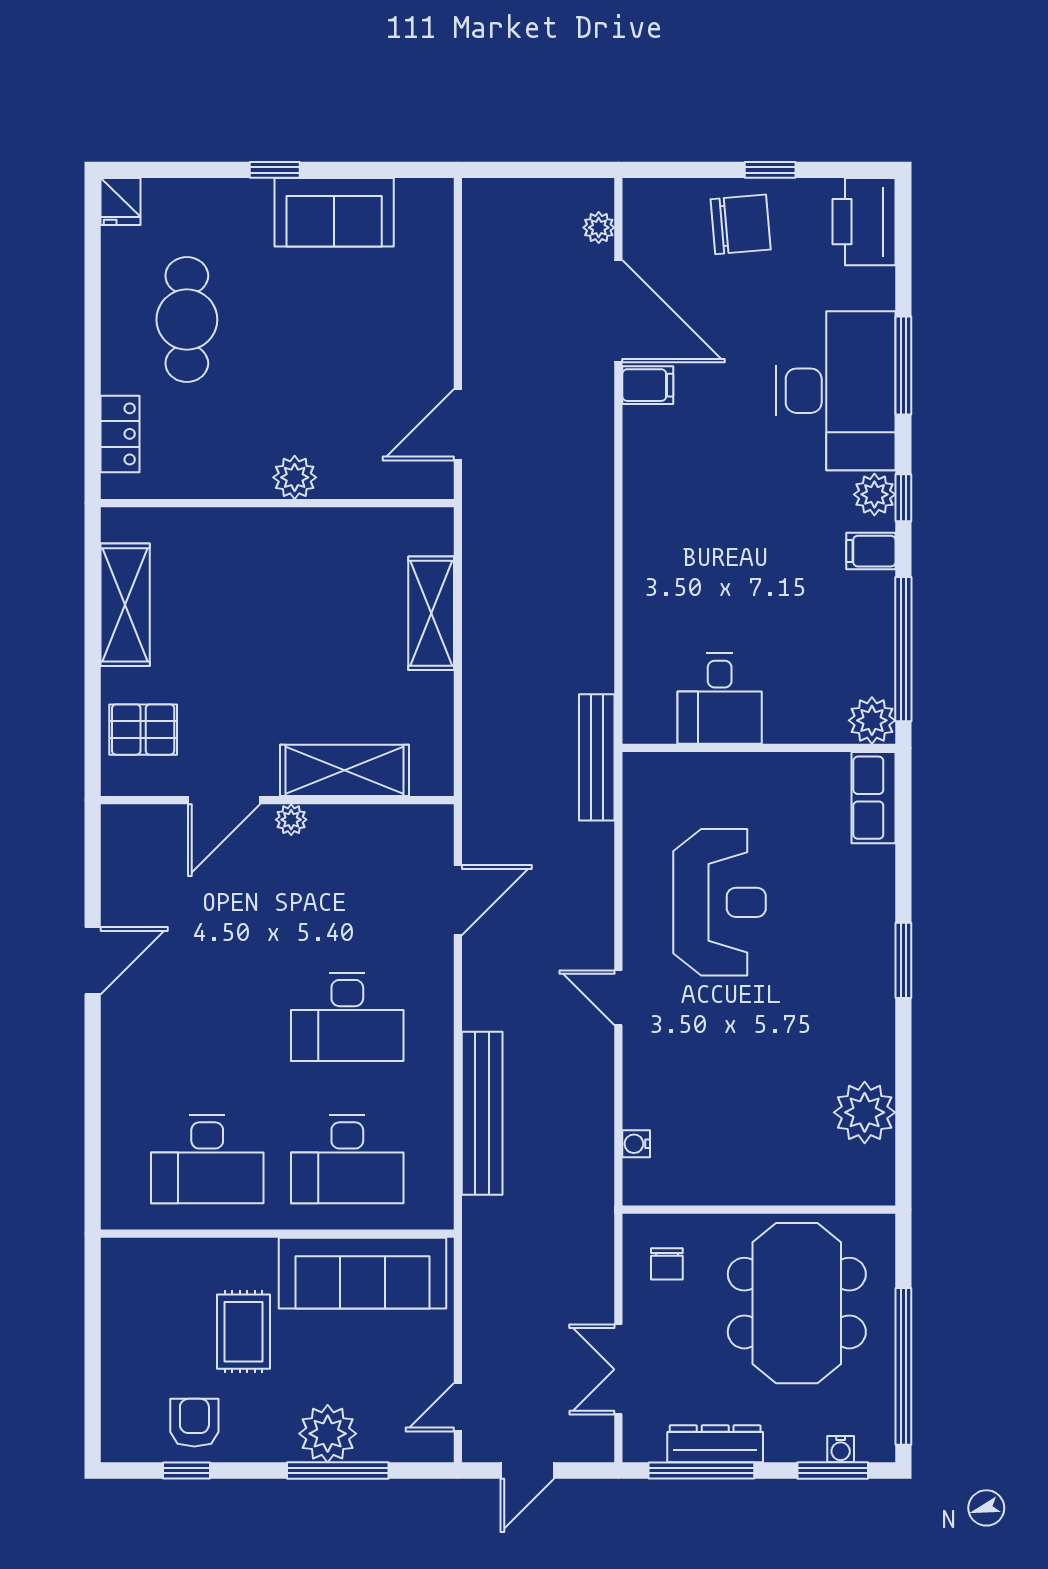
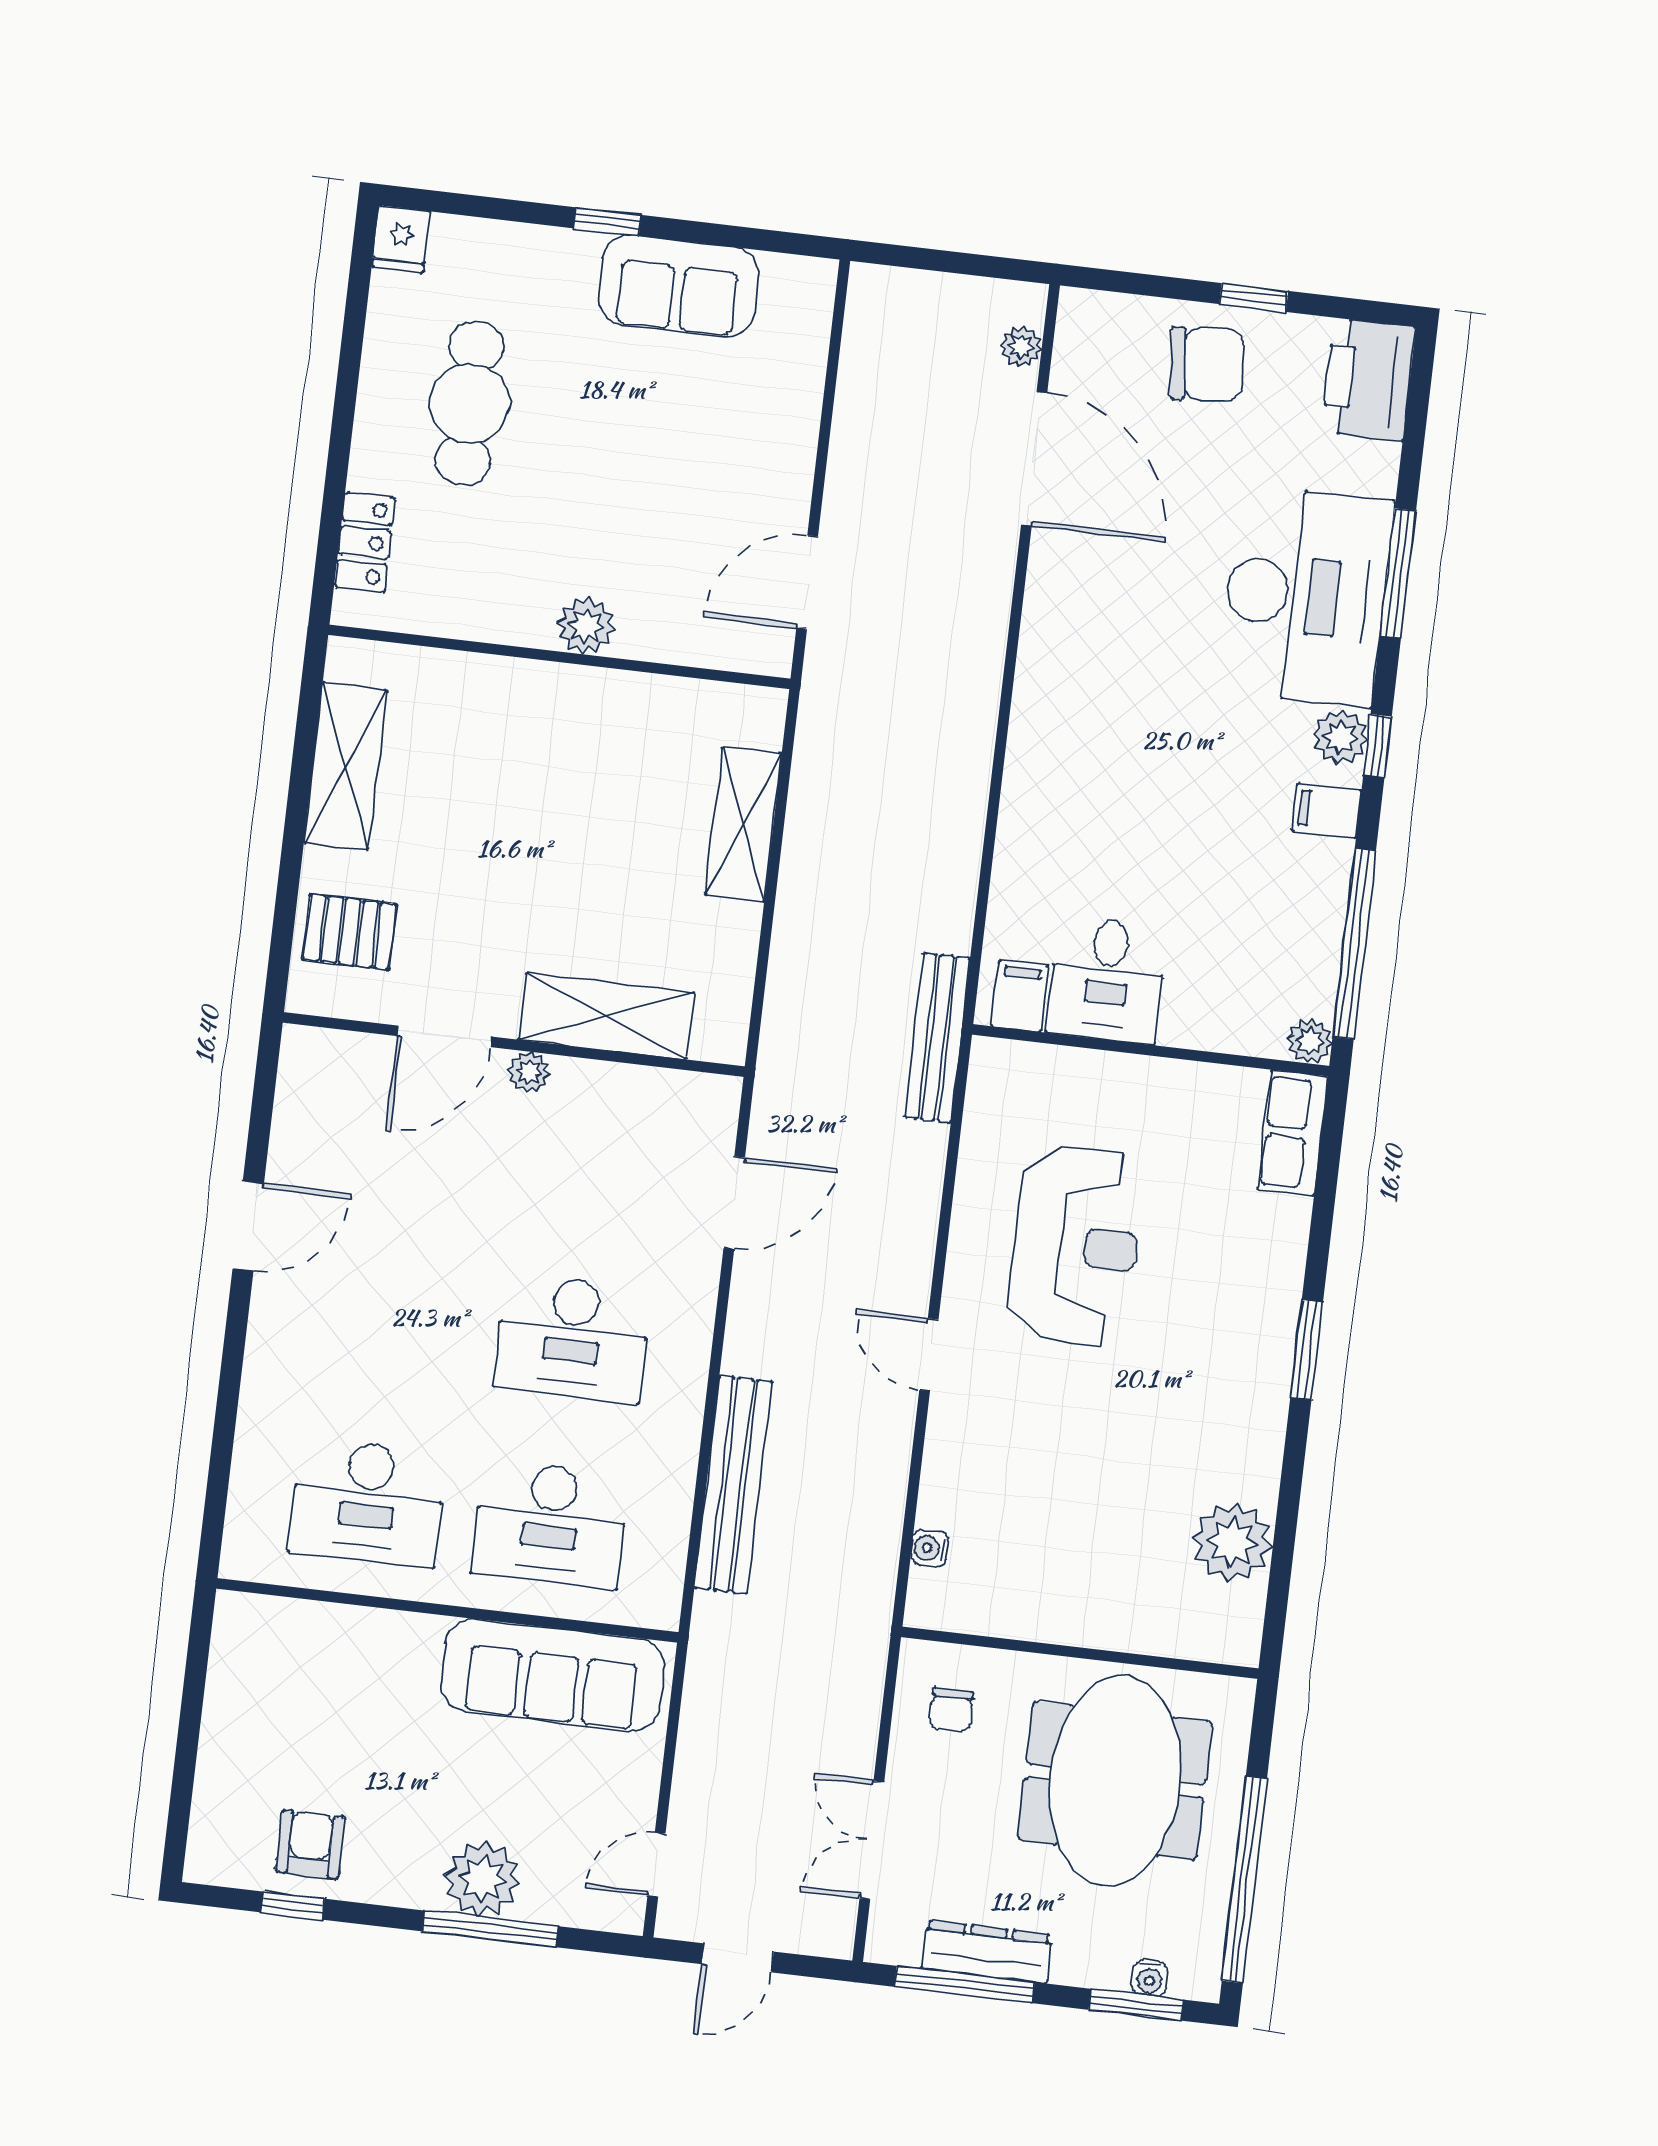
filing cabinet: (648, 385) -> (1020, 996), moved, turned -90
plant: (872, 720) -> (1310, 1041), width x0.73, depth x0.73
rug: (243, 1332) -> (388, 1733), removed

